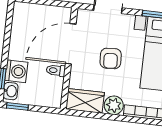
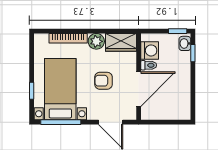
armchair: (111, 58) -> (103, 81), turned -87
washing machine: (16, 71) -> (150, 50), moved, turned 180

